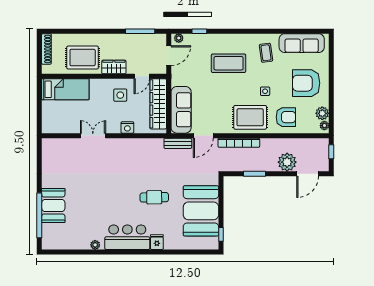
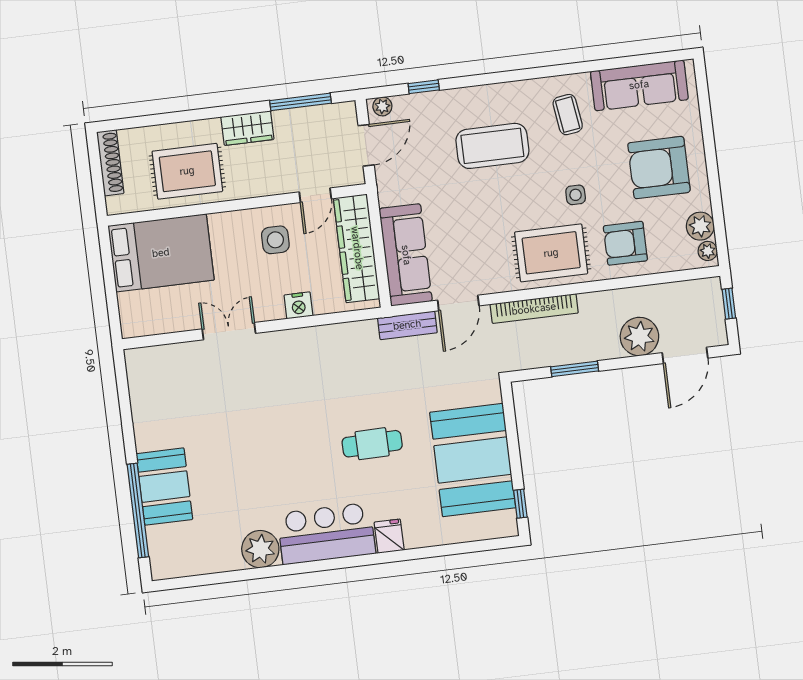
wardrobe: (114, 67) -> (247, 128), moved, turned 180
bed: (65, 89) -> (161, 253), width x1.50
armchair: (286, 117) -> (625, 243), turned 180
plant: (95, 245) -> (260, 549), width x1.87, depth x1.87

